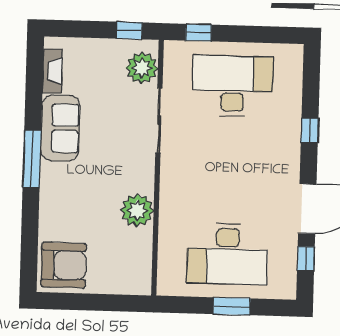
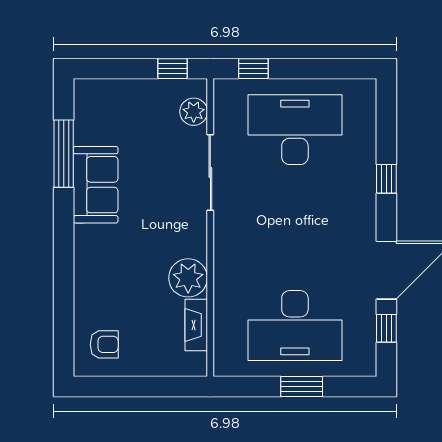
plant: (142, 68) -> (194, 112), width x0.73, depth x0.73
fireplace: (52, 71) -> (196, 325), moved, turned 180
window: (32, 159) -> (64, 154), moved
armchair: (64, 265) -> (104, 344), width x0.53, depth x0.53

